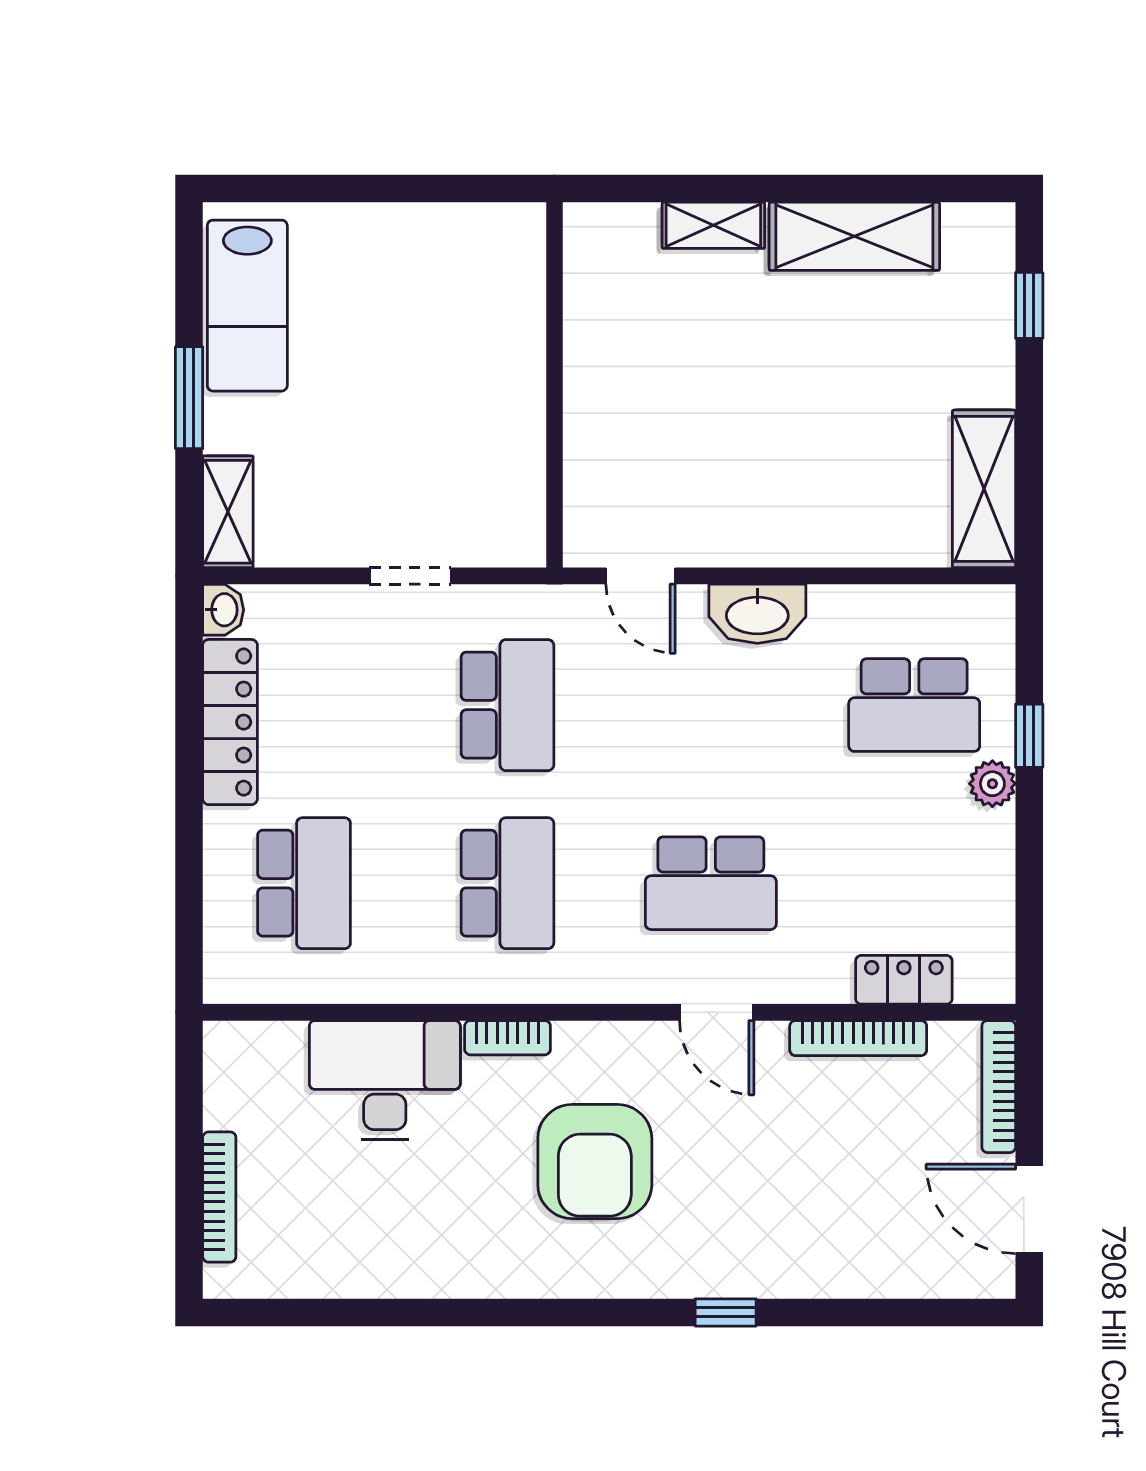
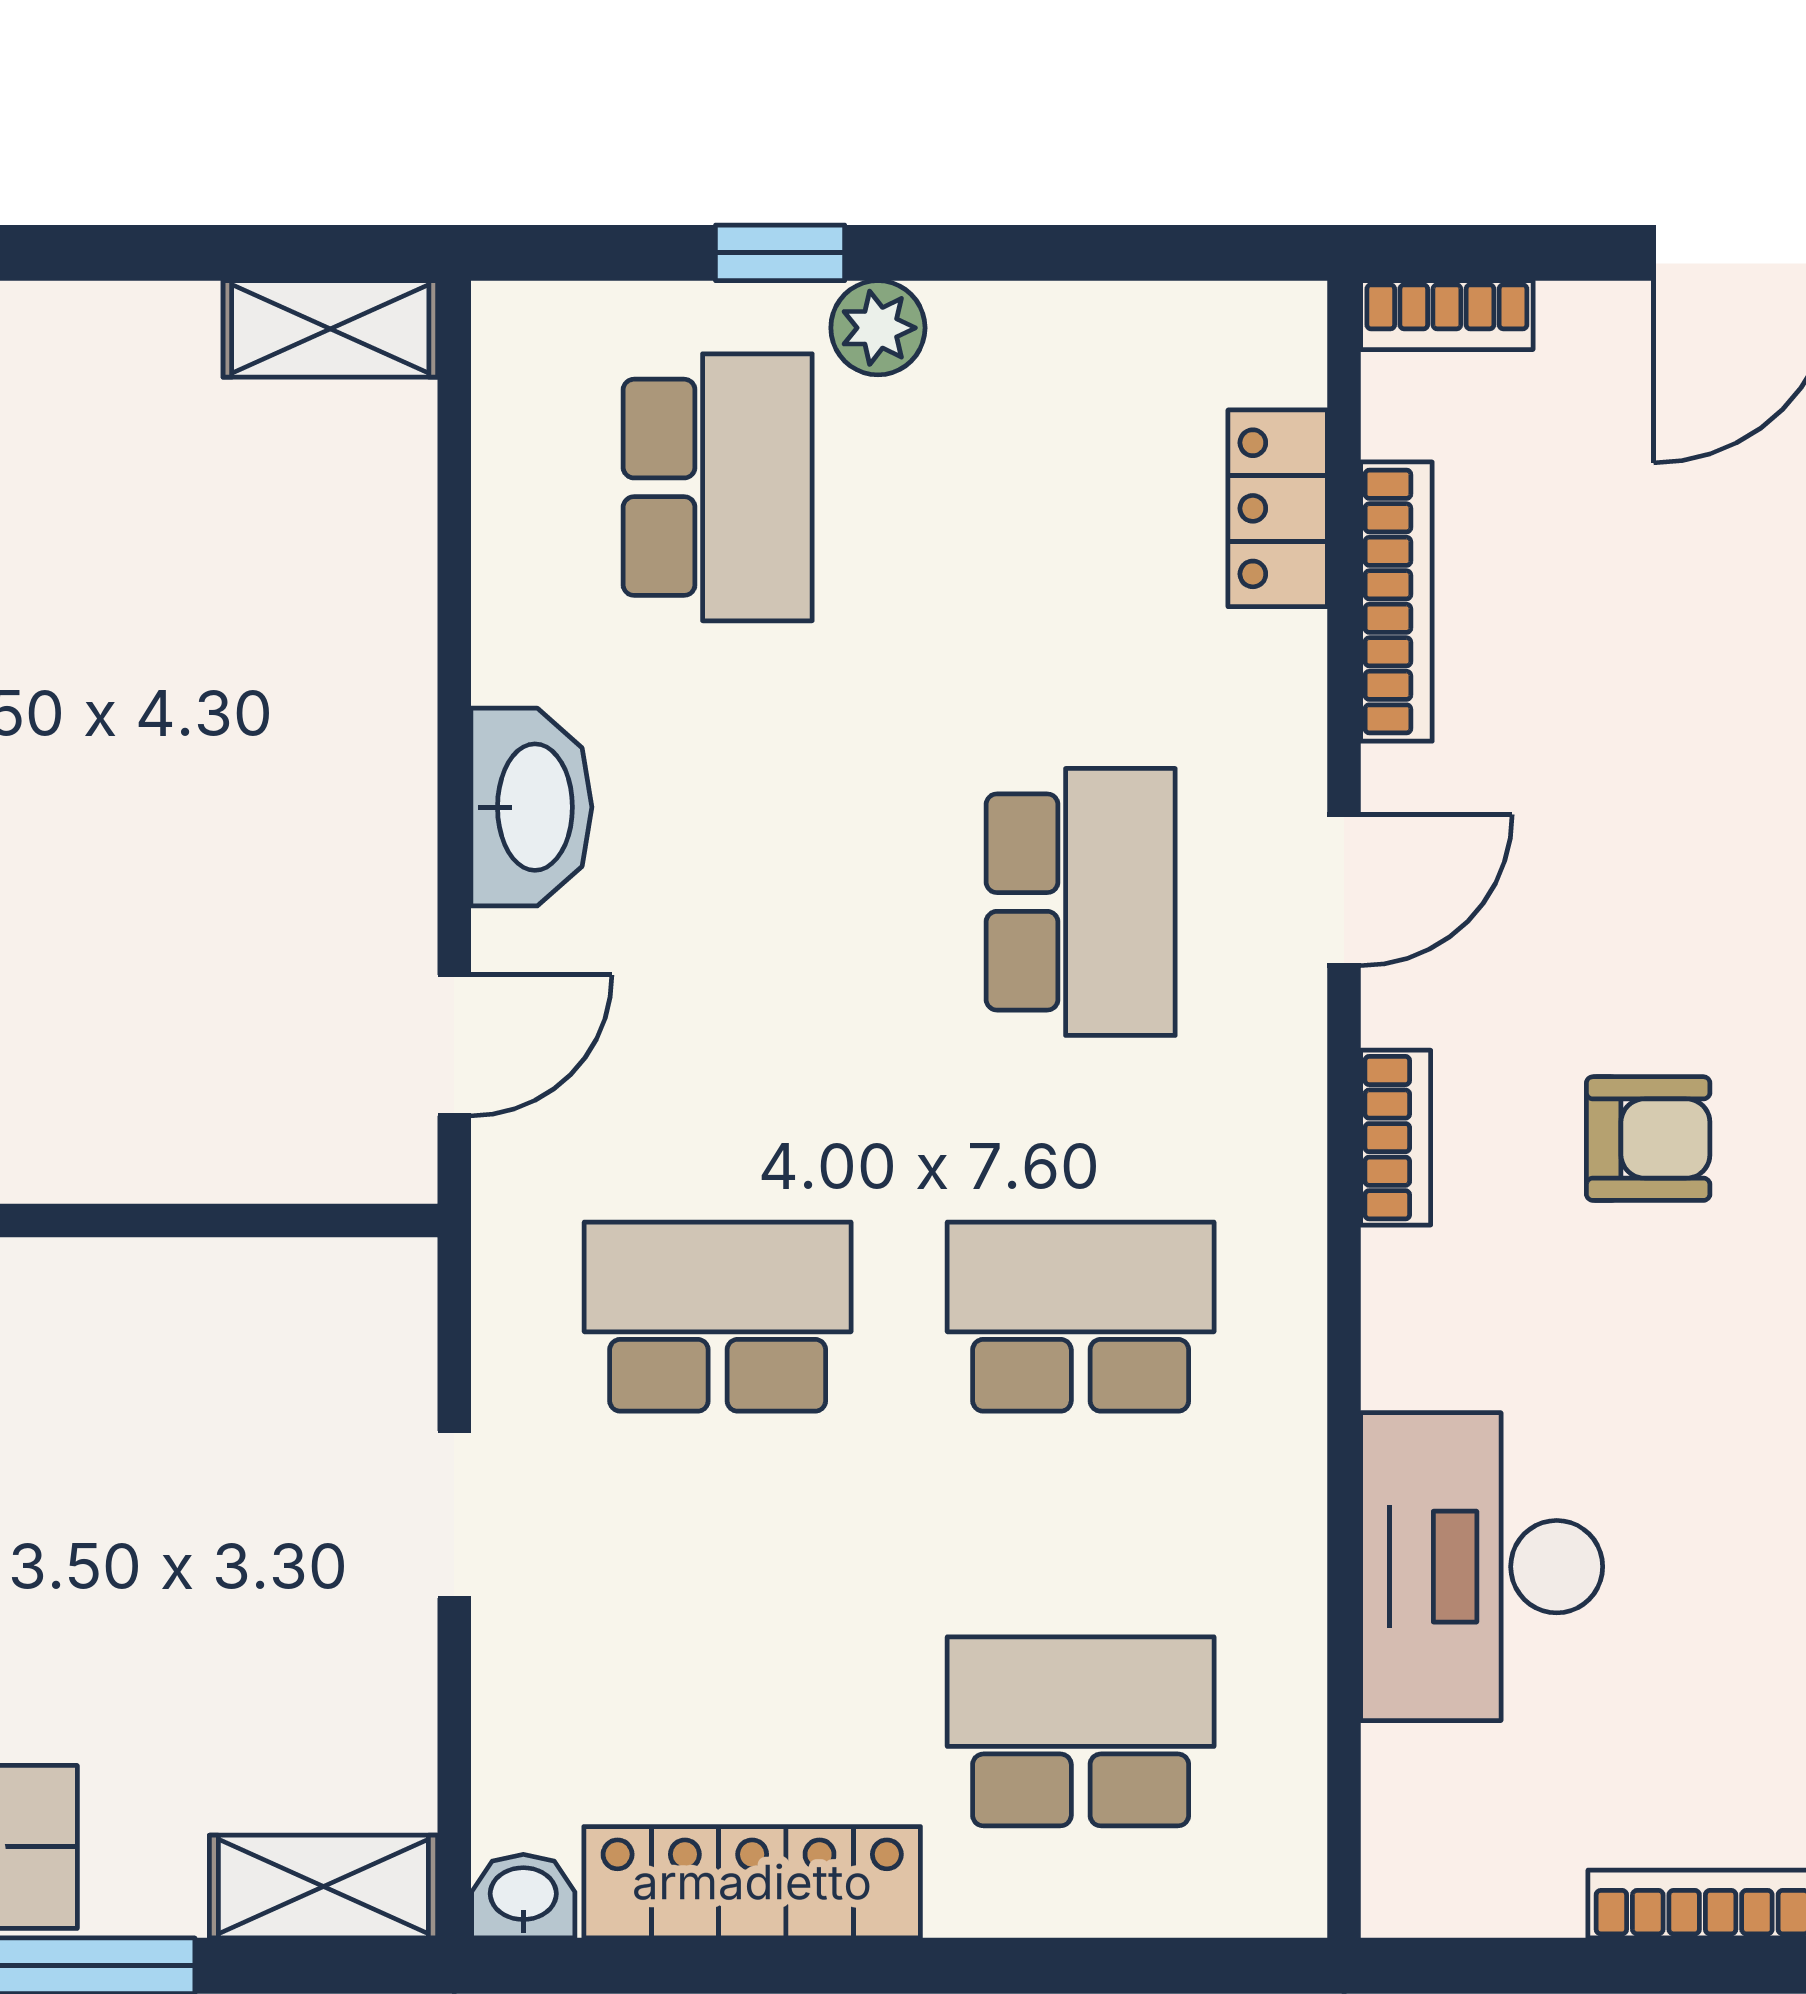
shelving: (984, 489) -> (330, 329), width x0.67, depth x0.75
bookcase: (508, 1038) -> (1396, 1138), moved
bookcase: (999, 1087) -> (1447, 315), width x0.64
armchair: (595, 1162) -> (1648, 1139), width x0.53, depth x0.53

